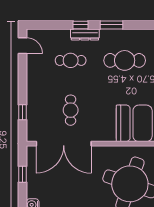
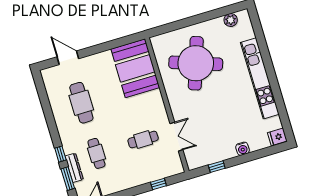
window: (112, 25) -> (68, 179), moved
dresser: (85, 34) -> (74, 168), moved
double door: (64, 144) -> (176, 137), width x0.54

